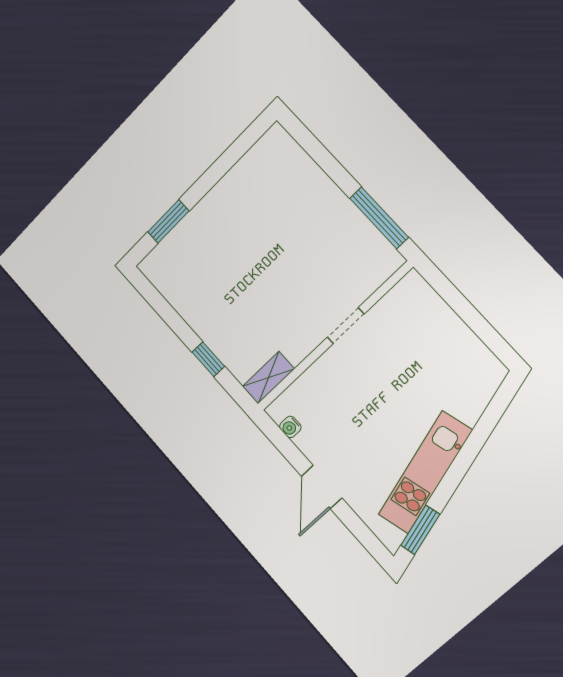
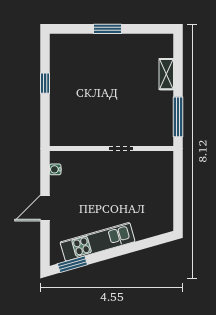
window: (168, 221) -> (108, 29), moved
window: (208, 359) -> (45, 83), moved
shelving: (268, 378) -> (166, 74), moved, turned 90

